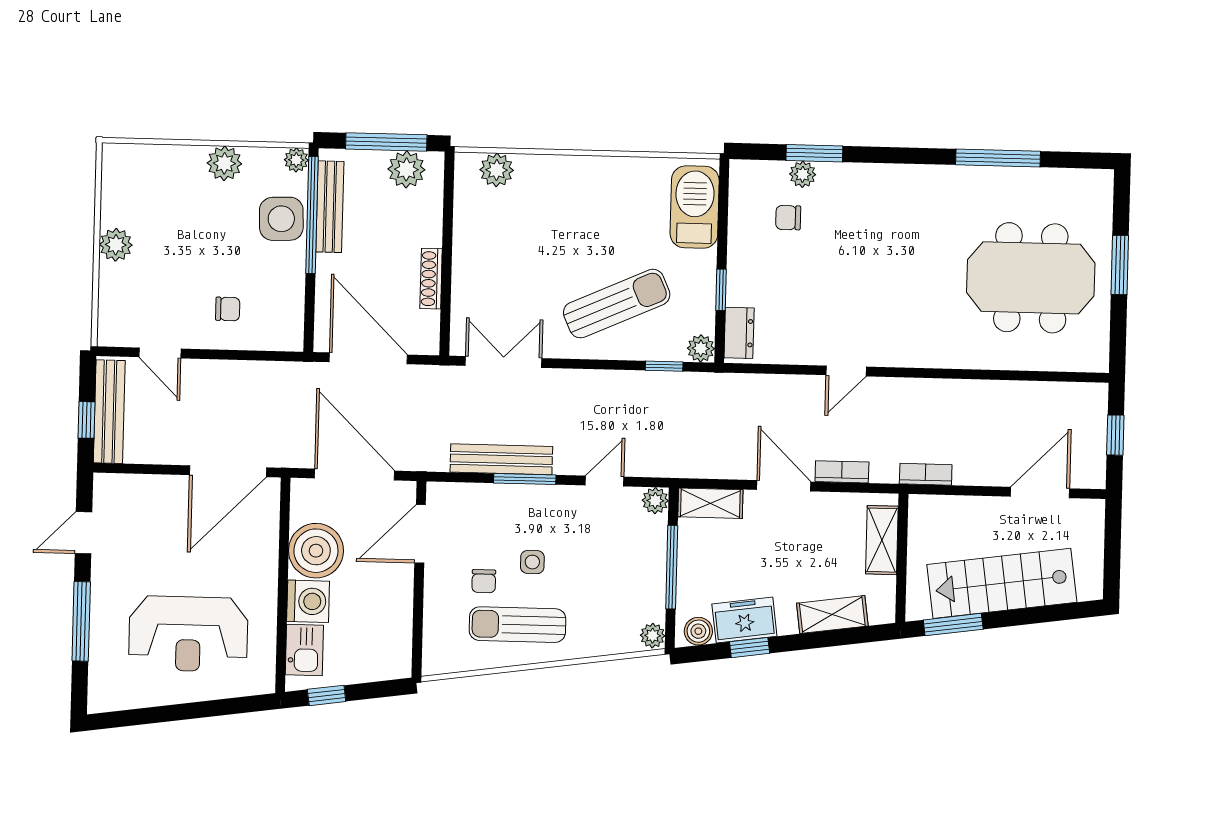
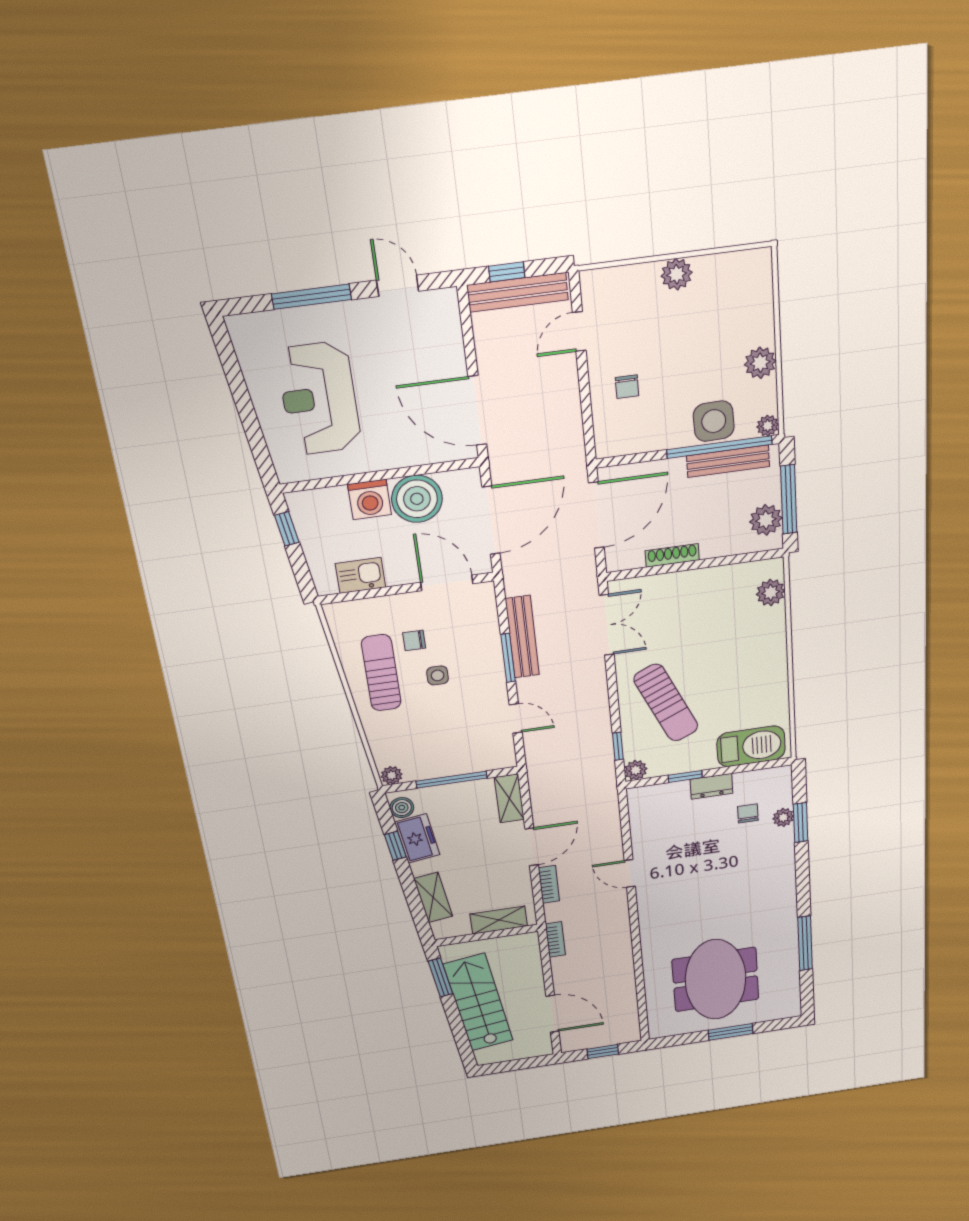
dresser: (739, 333) -> (711, 786), moved
plant: (655, 501) -> (505, 758), removed
kitchen sink: (304, 650) -> (360, 575), moved, turned 180

